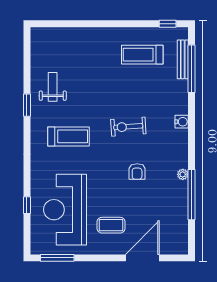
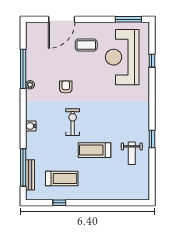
window: (168, 24) -> (59, 203), moved
exercise bike: (128, 127) -> (73, 122), turned -86
treadmill: (69, 136) -> (95, 150), moved
reception desk: (65, 210) -> (122, 57), turned 180

